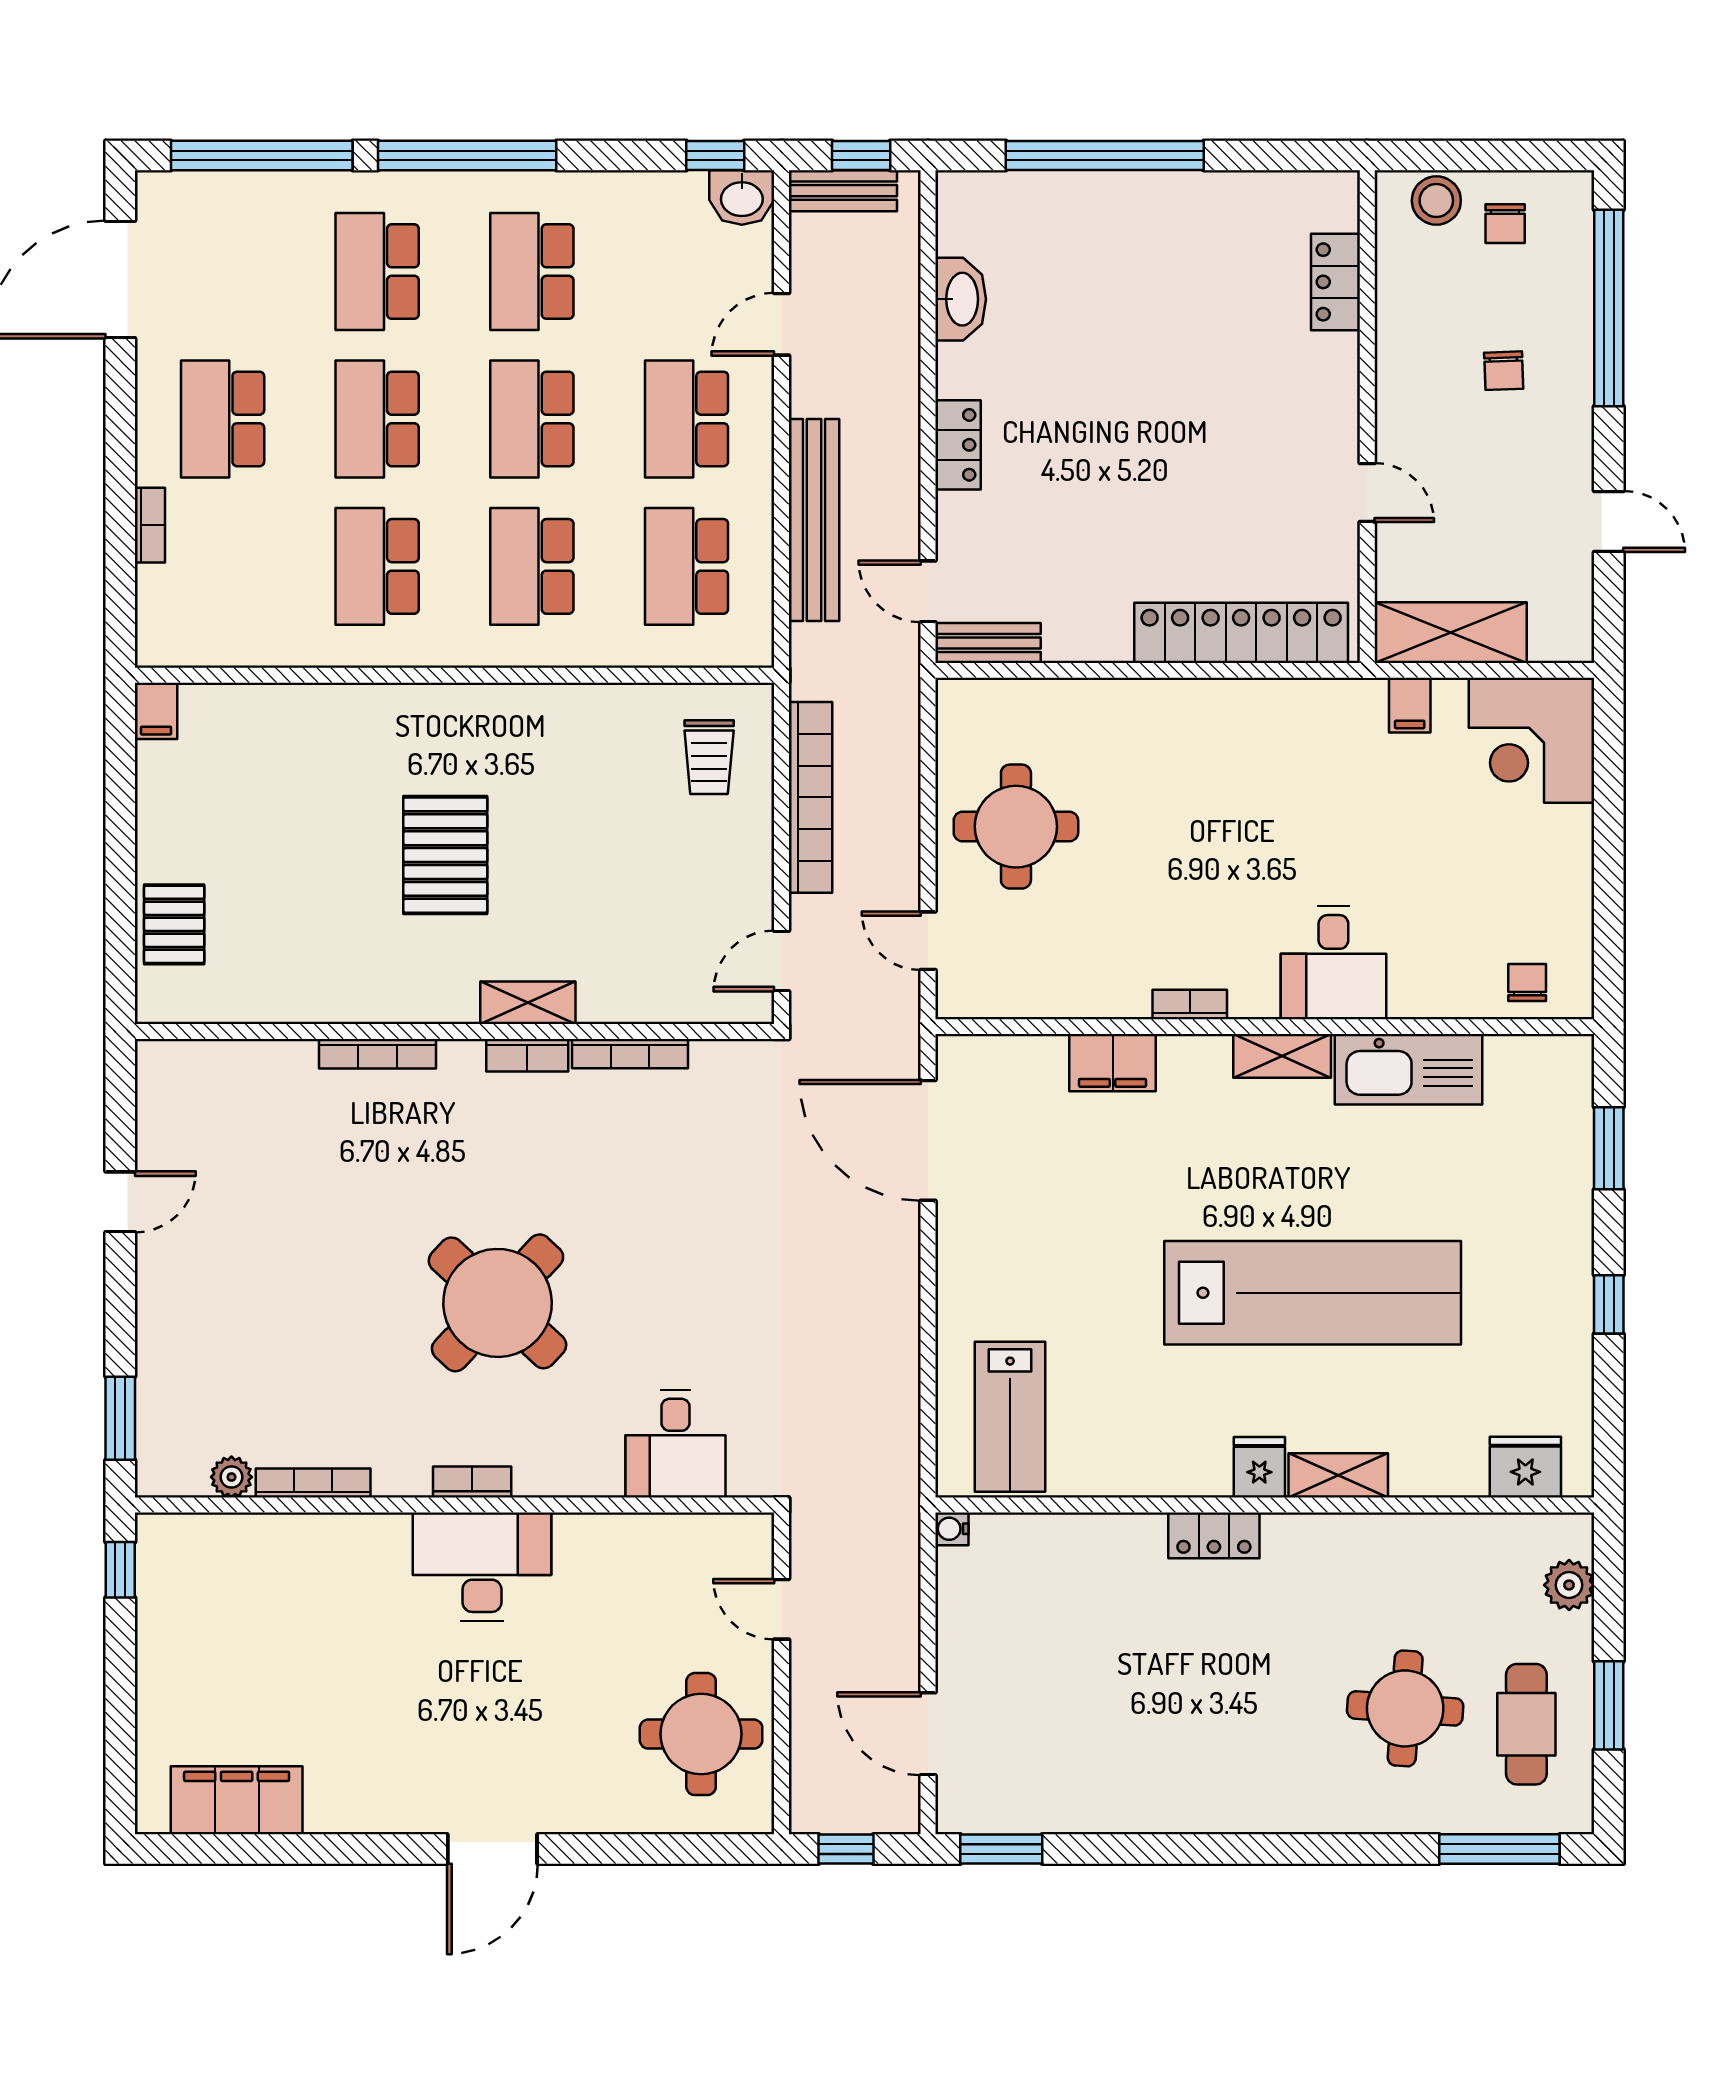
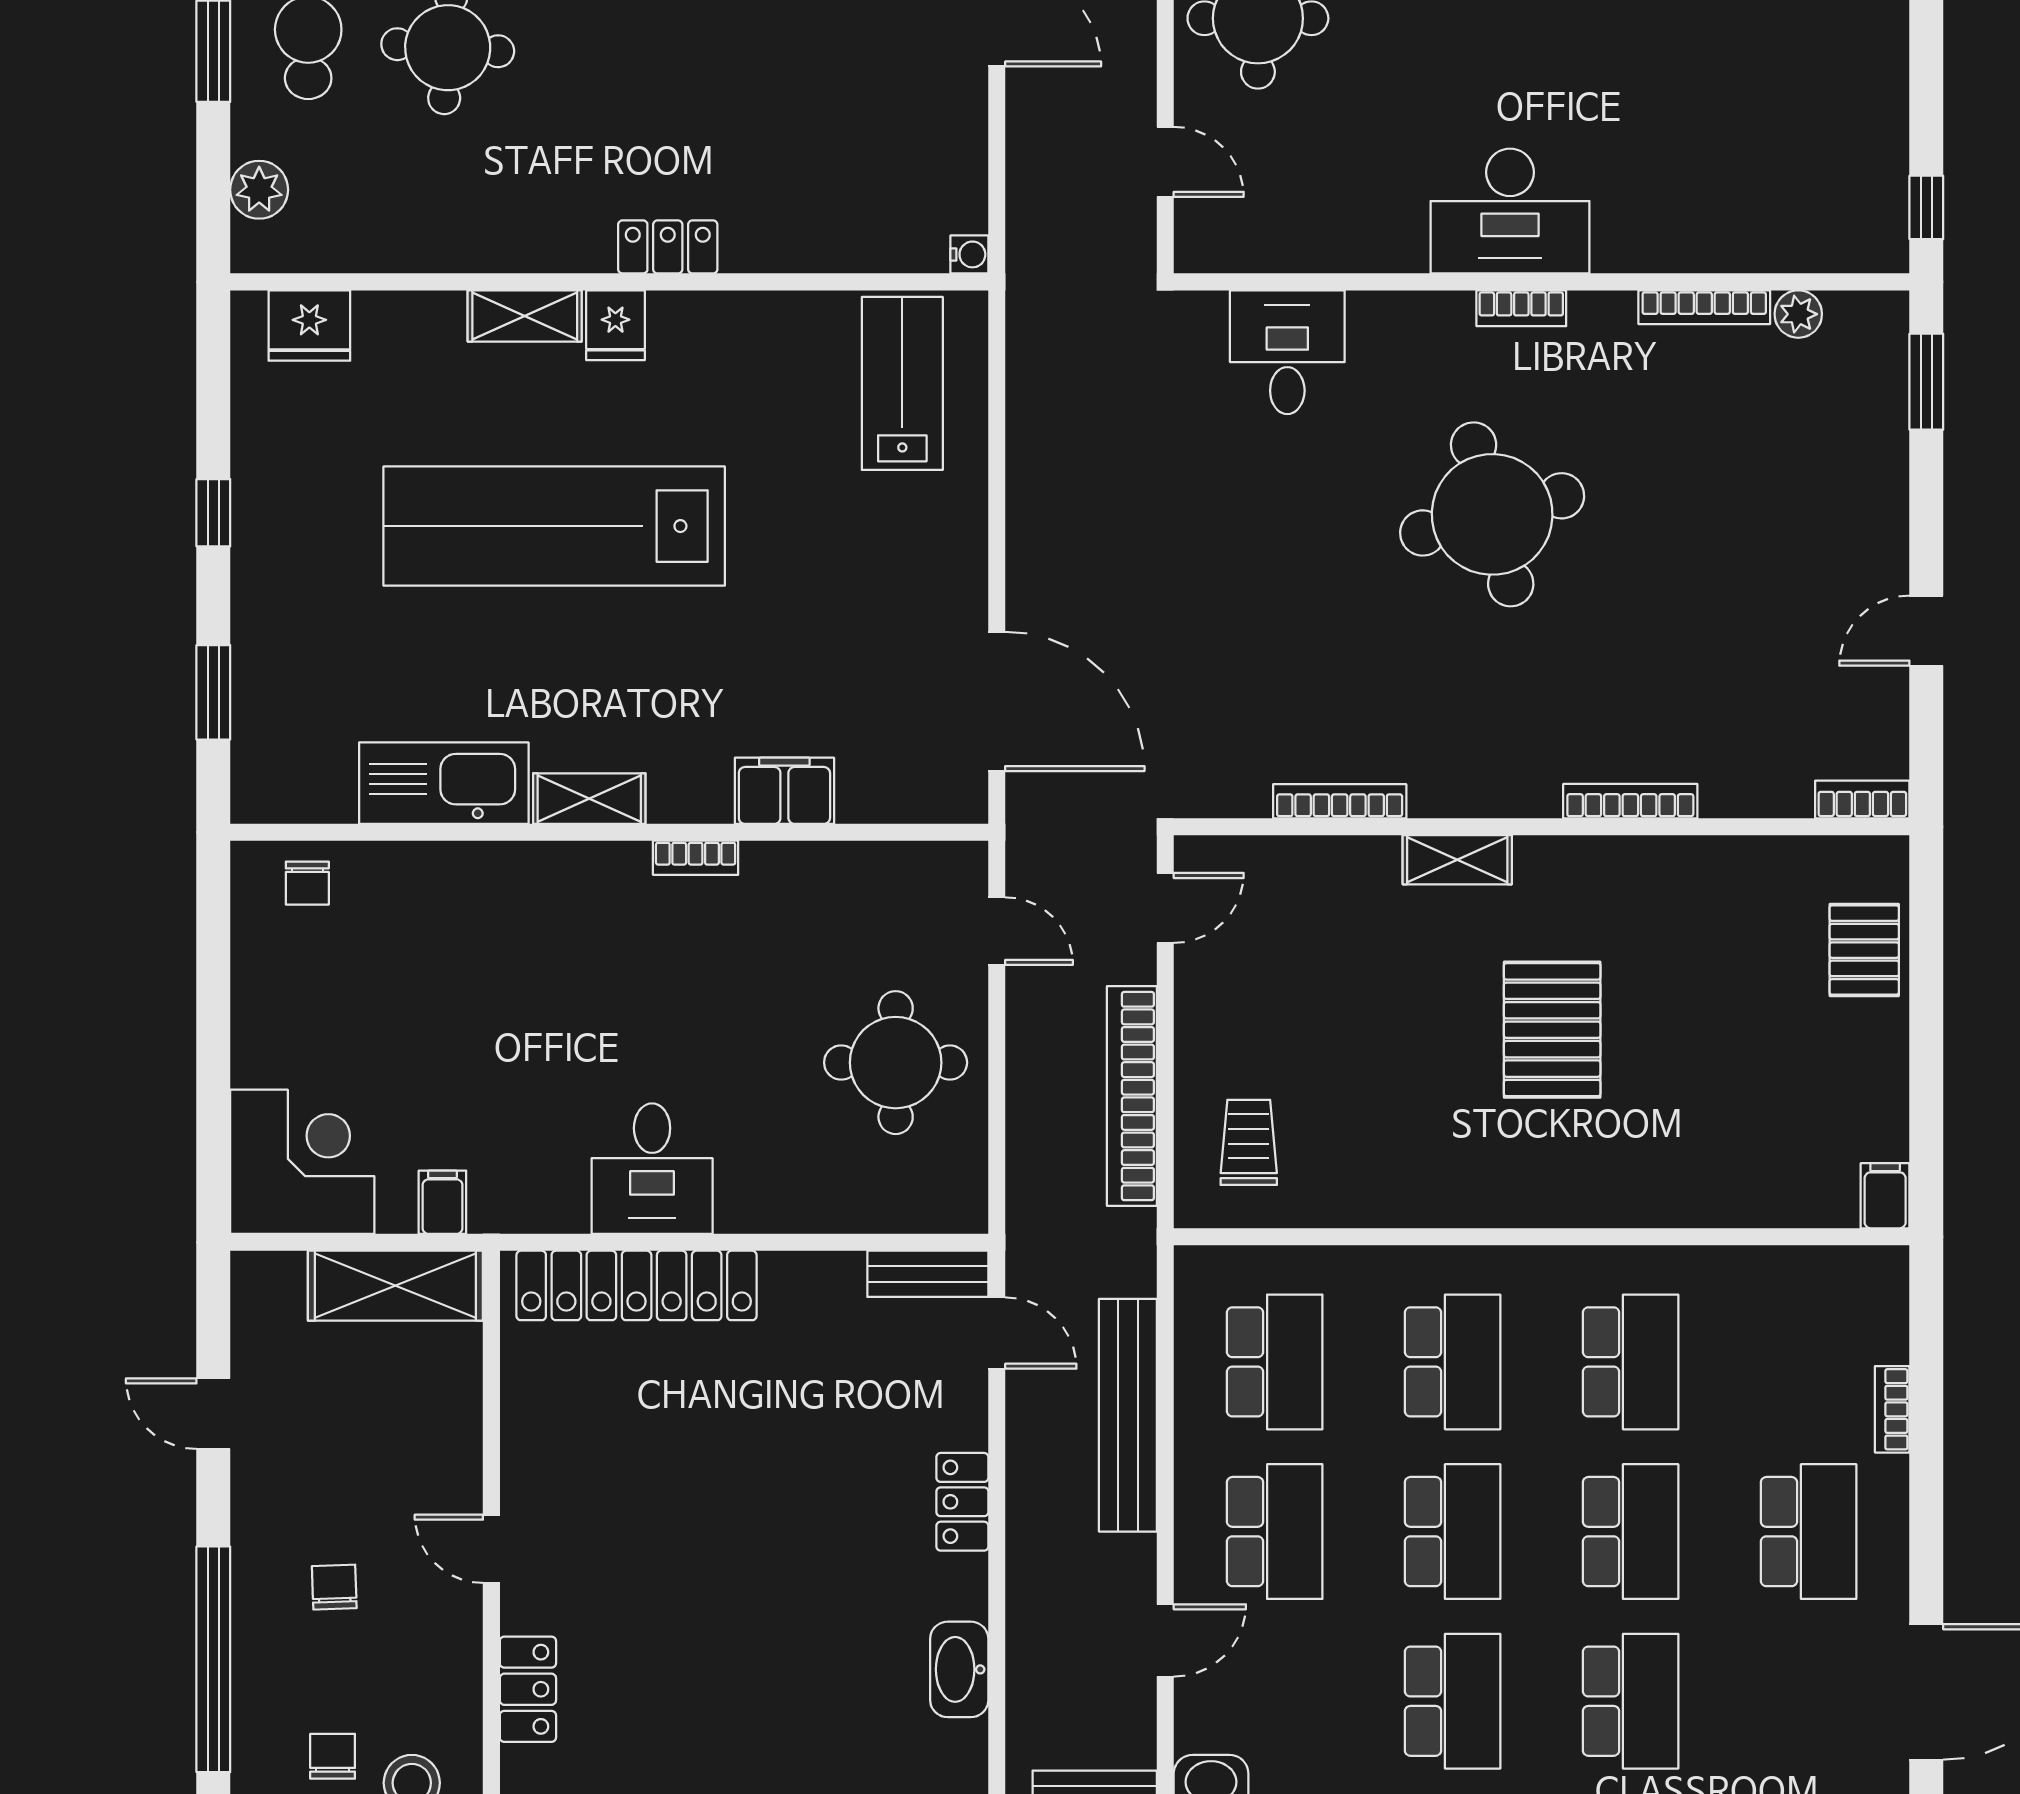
door: (1367, 493) -> (491, 1549), moved
desk: (1333, 963) -> (652, 1169), moved, turned 180
bookcase: (527, 1055) -> (1862, 799), moved
round table: (498, 1303) -> (1492, 514), turned 32

